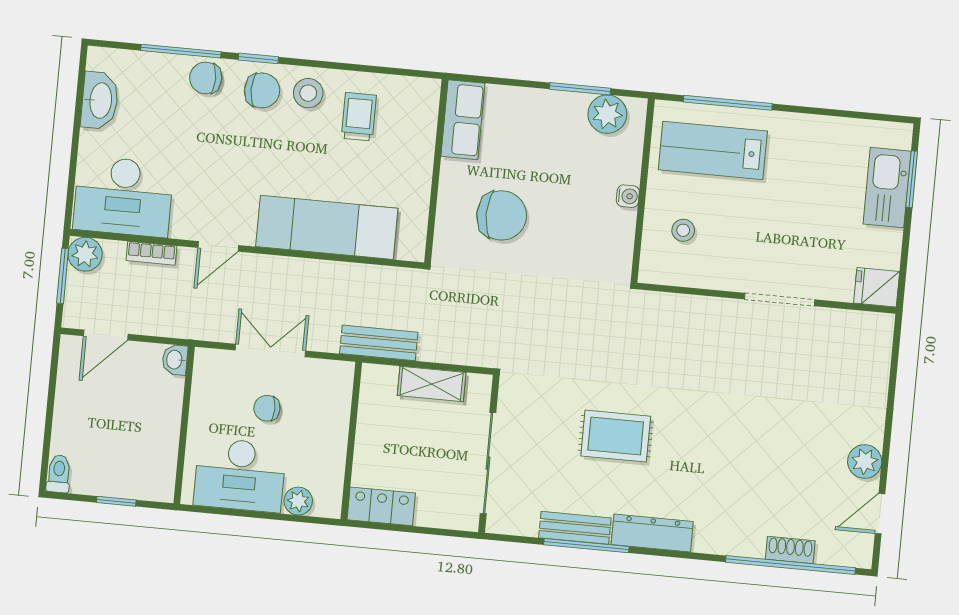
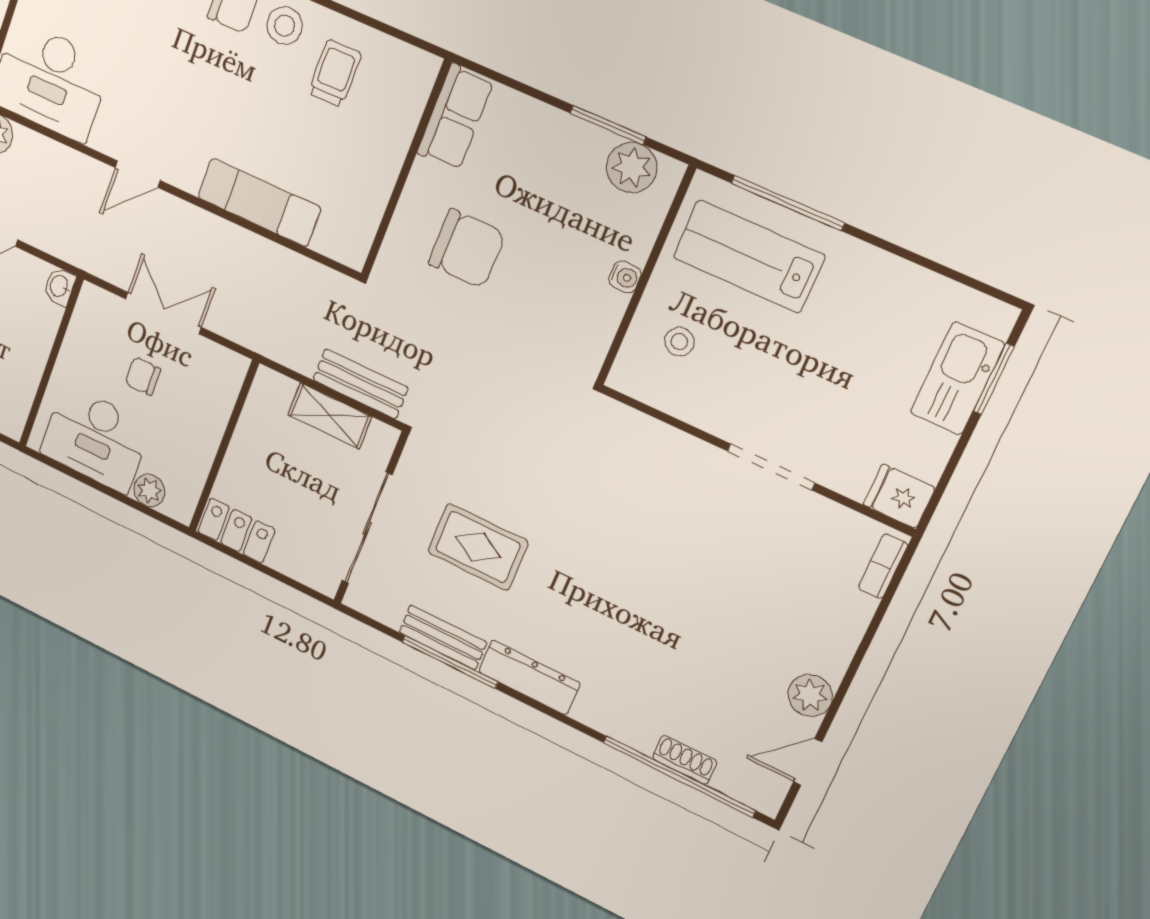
exam couch: (327, 227) -> (259, 203), width x0.73, depth x0.69
bookcase: (151, 253) -> (883, 566), moved, turned 90
bench: (379, 343) -> (360, 384), moved
rug: (616, 436) -> (478, 547), moved

